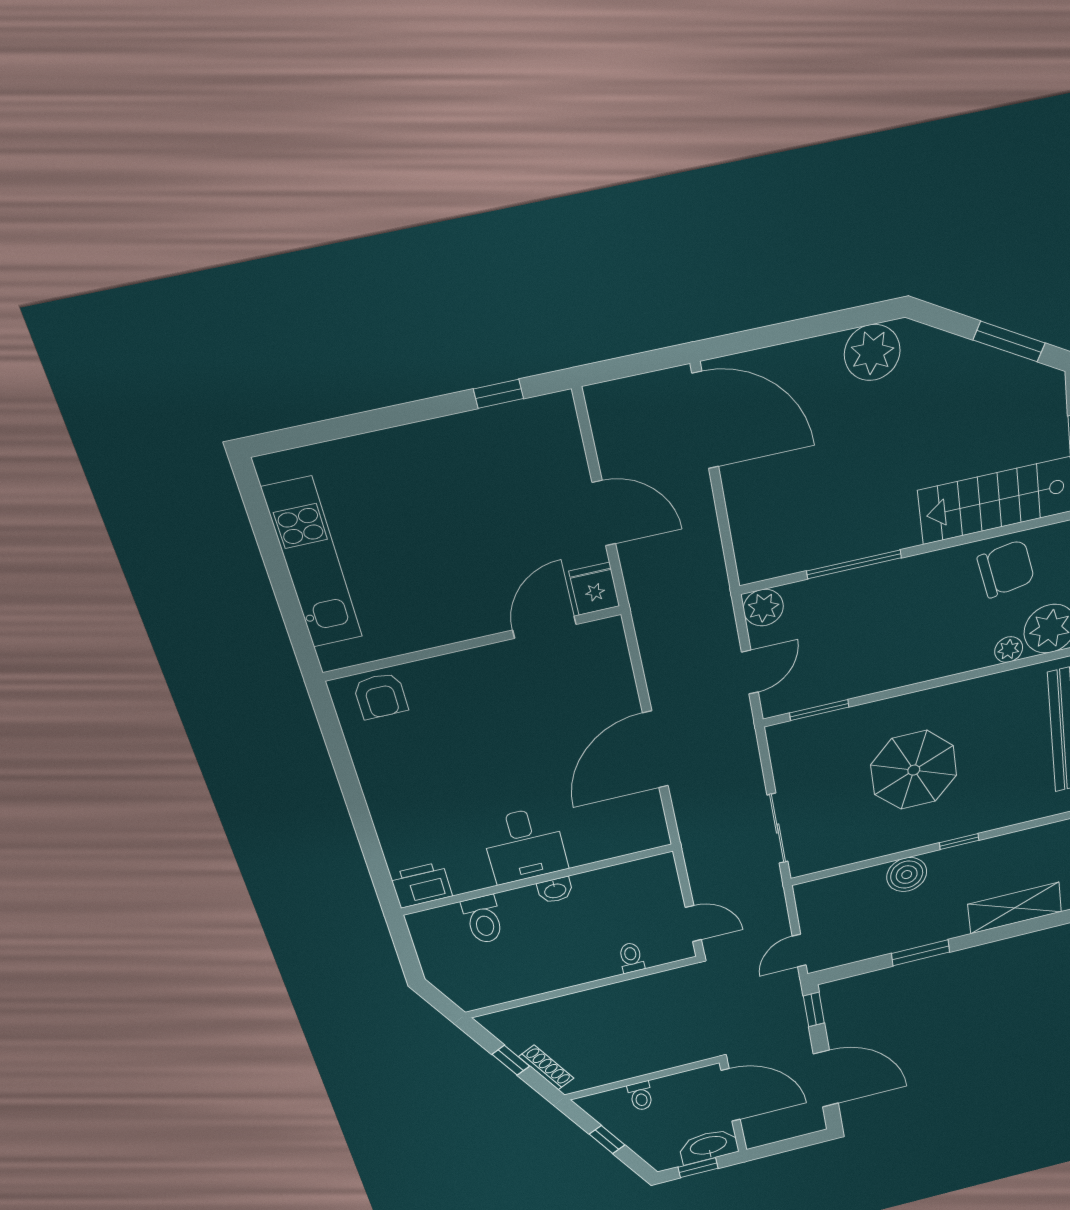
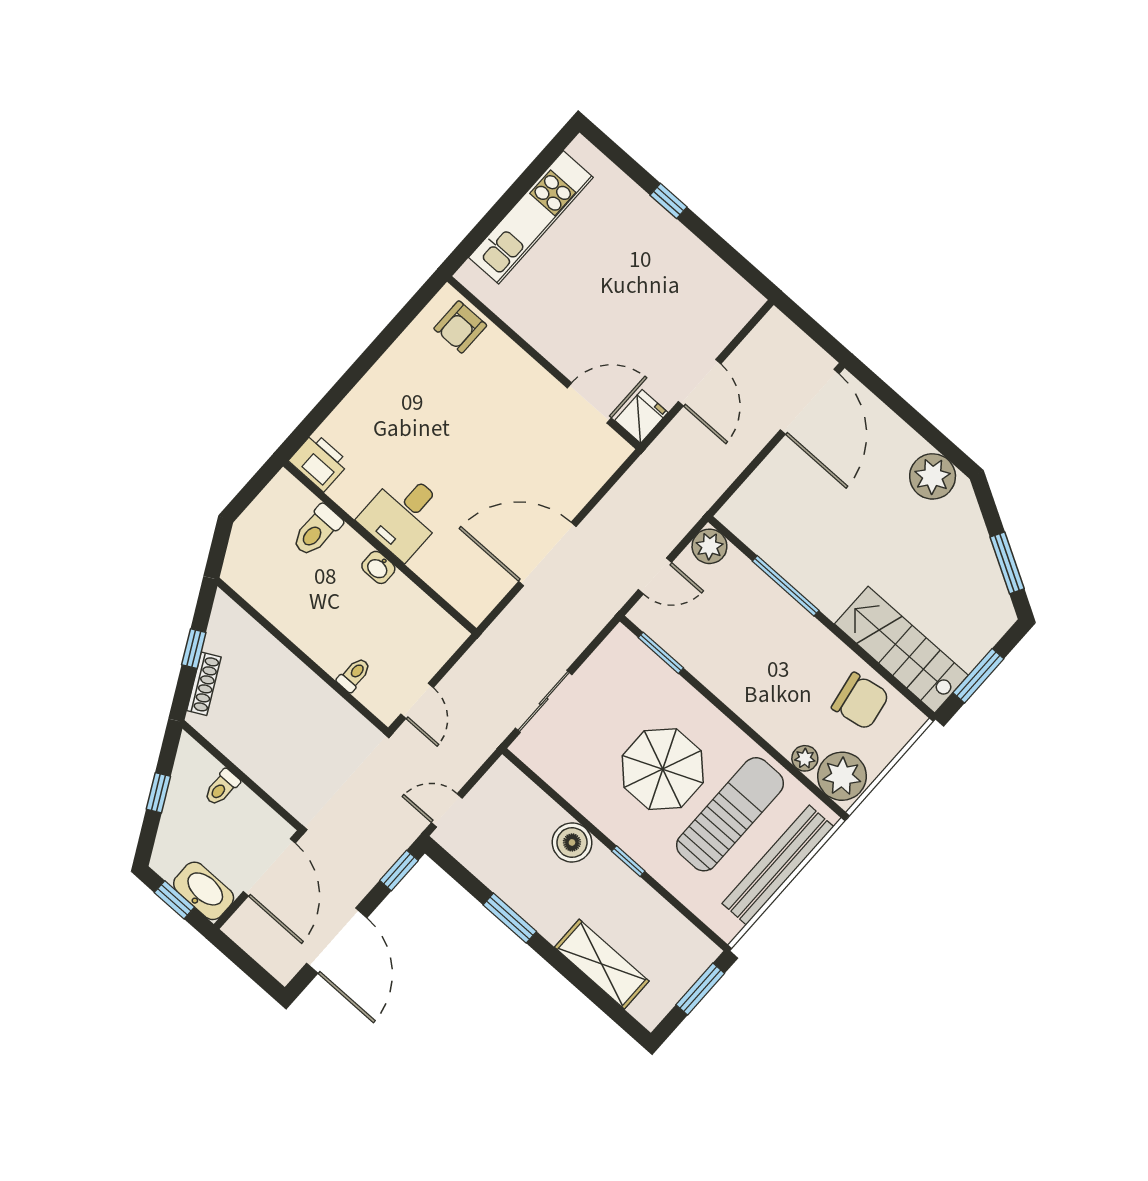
window: (499, 394) -> (668, 201), moved
sun lounger: (996, 740) -> (730, 814), added

